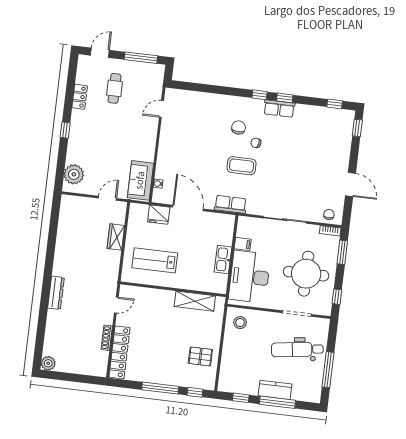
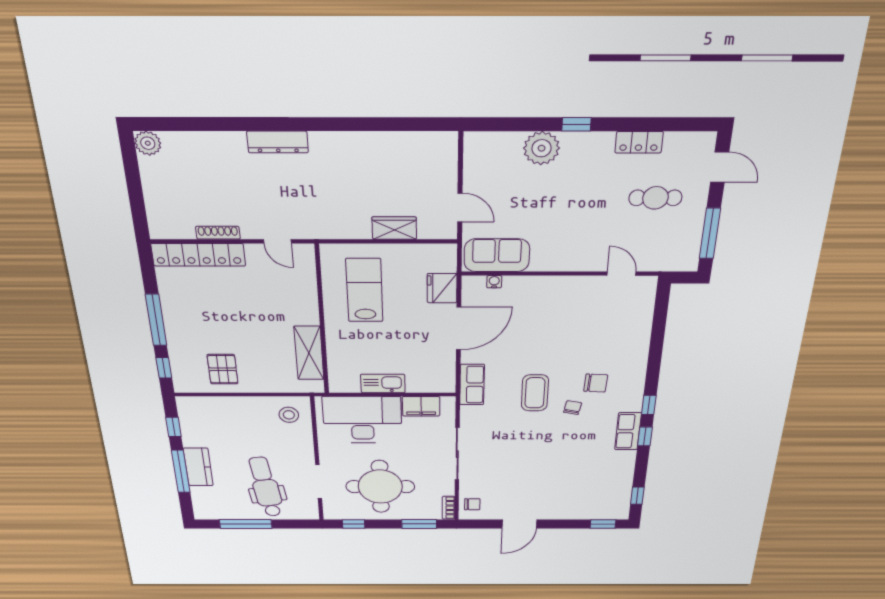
plant: (74, 174) -> (542, 148), moved
filing cabinet: (243, 244) -> (421, 406), width x2.00

